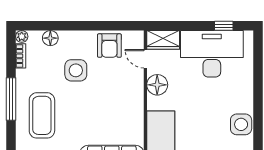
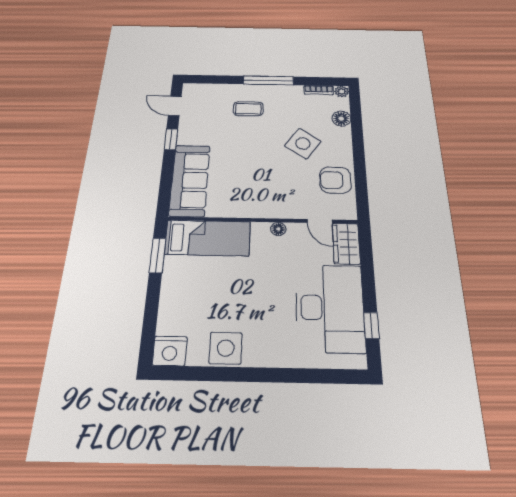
door: (145, 59) -> (320, 221), swing flipped
side table: (76, 70) -> (303, 144), turned 35
floor lamp: (157, 85) -> (278, 229), width x0.53, depth x0.53
coffee table: (42, 115) -> (248, 109), width x0.54, depth x0.58

